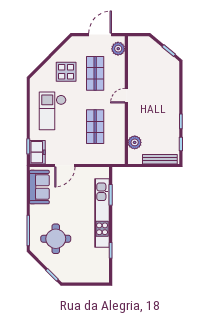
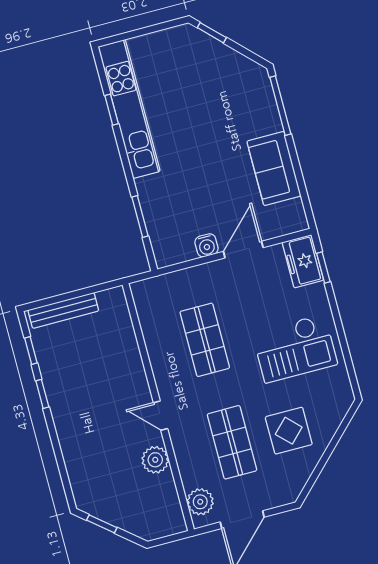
door: (126, 96) -> (161, 416), swing flipped
checkout: (53, 111) -> (295, 348), turned 90
plant: (135, 142) -> (155, 460), moved
water cooler: (82, 172) -> (207, 245), added
sofa: (39, 187) -> (274, 168), moved
kitchen unit: (102, 213) -> (129, 109), moved
round table: (56, 239) -> (223, 104), removed

